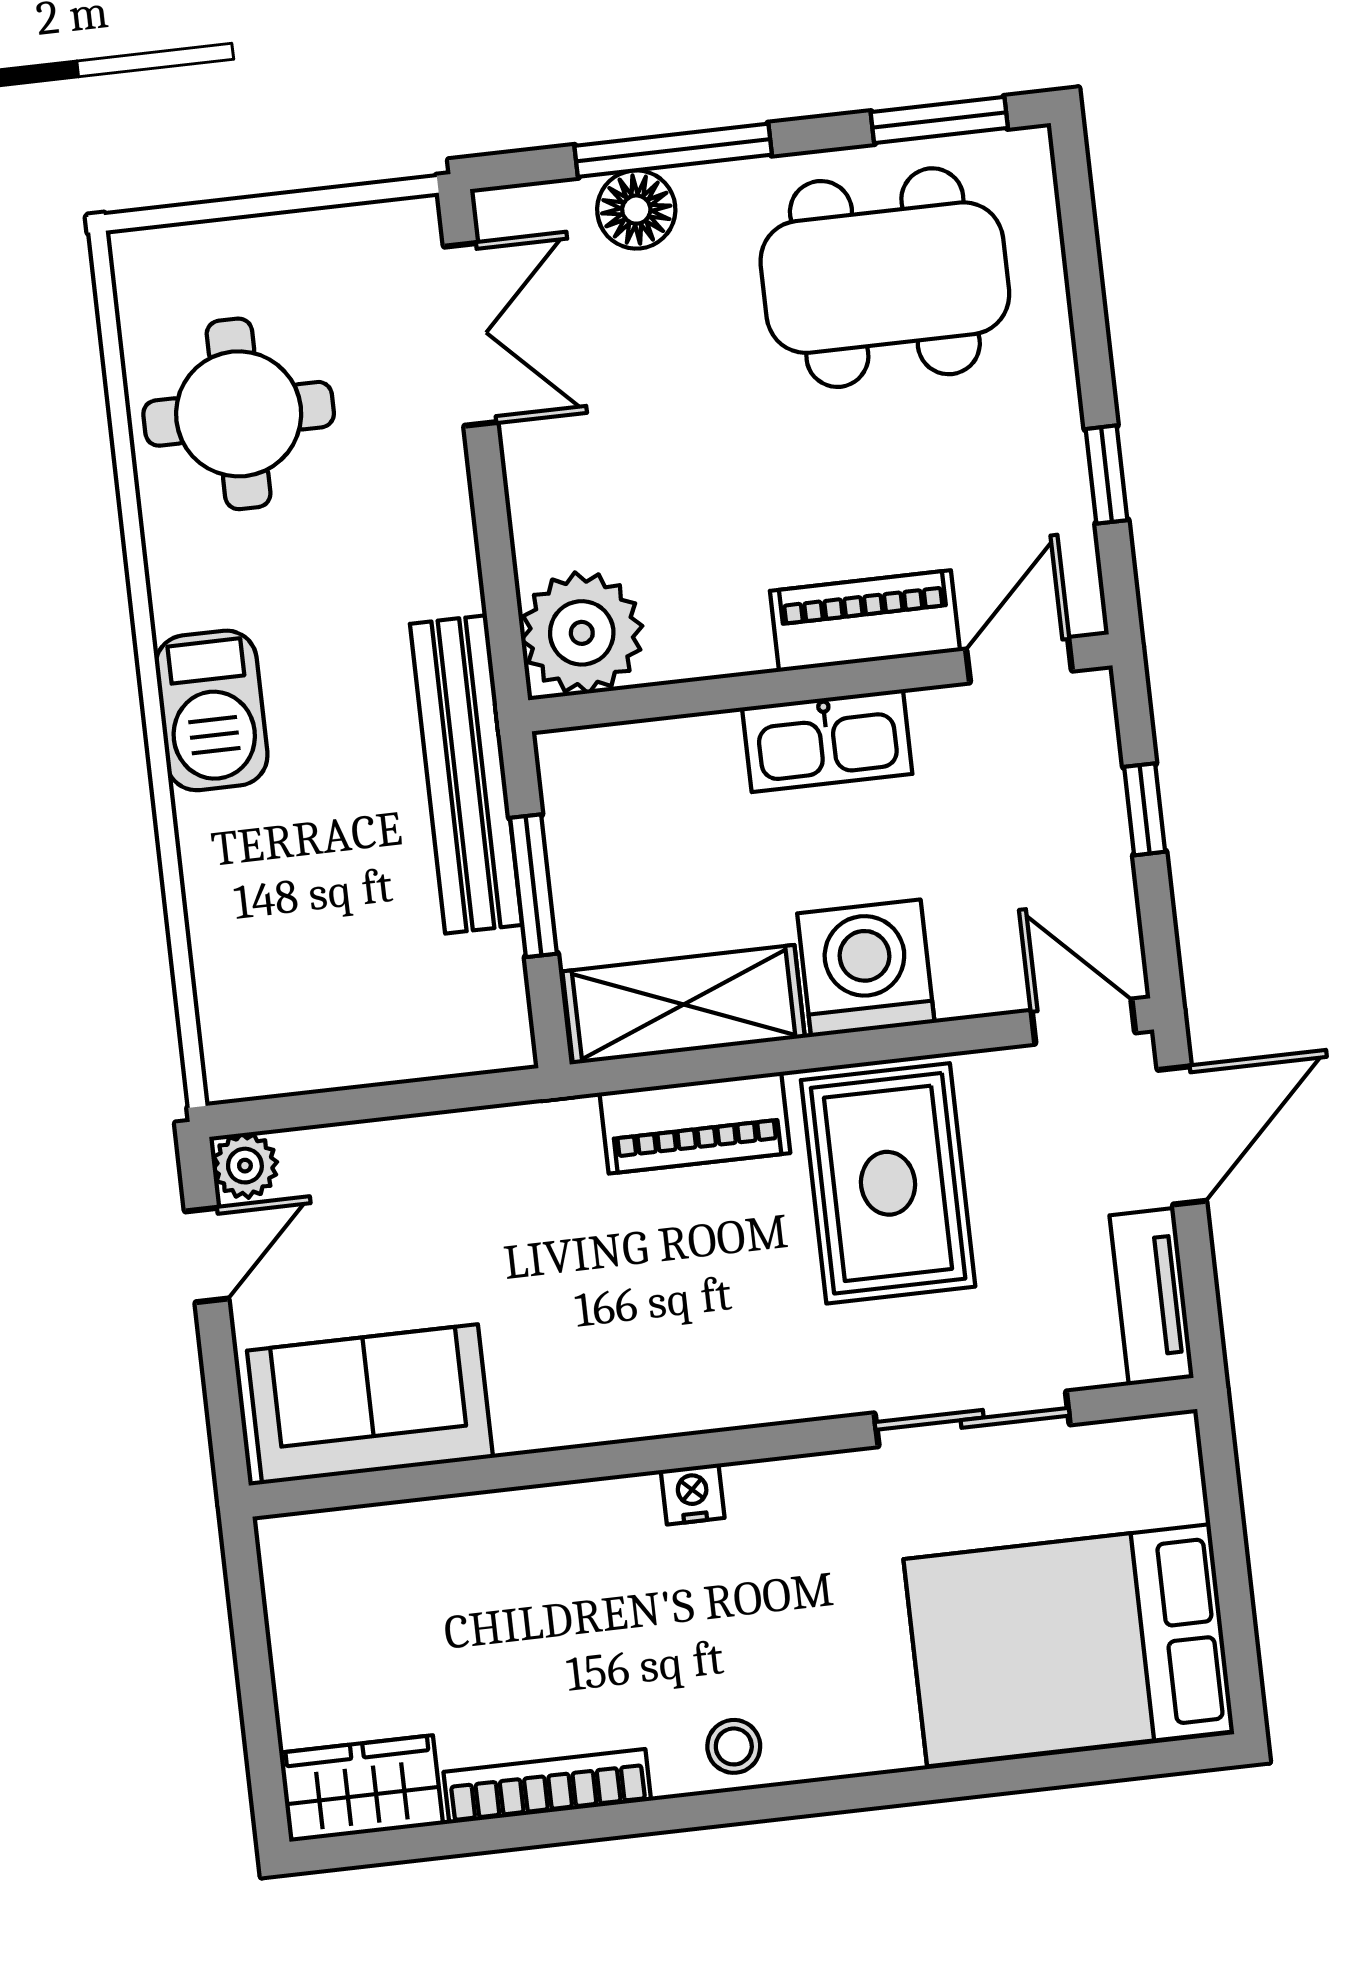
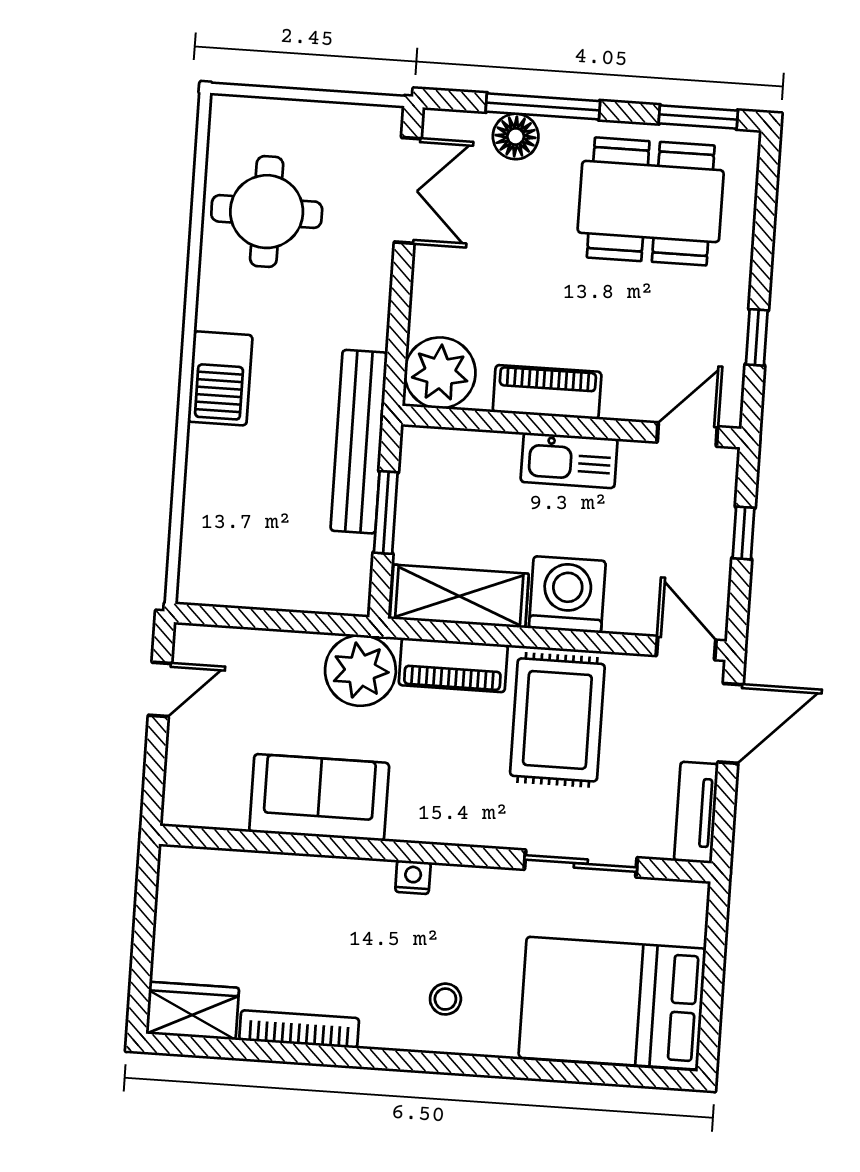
piano: (865, 621) -> (547, 392), moved
plant: (245, 1166) -> (360, 670), moved, width x1.87, depth x1.87
sofa: (370, 1404) -> (319, 797), moved
stool: (734, 1746) -> (445, 999), moved

